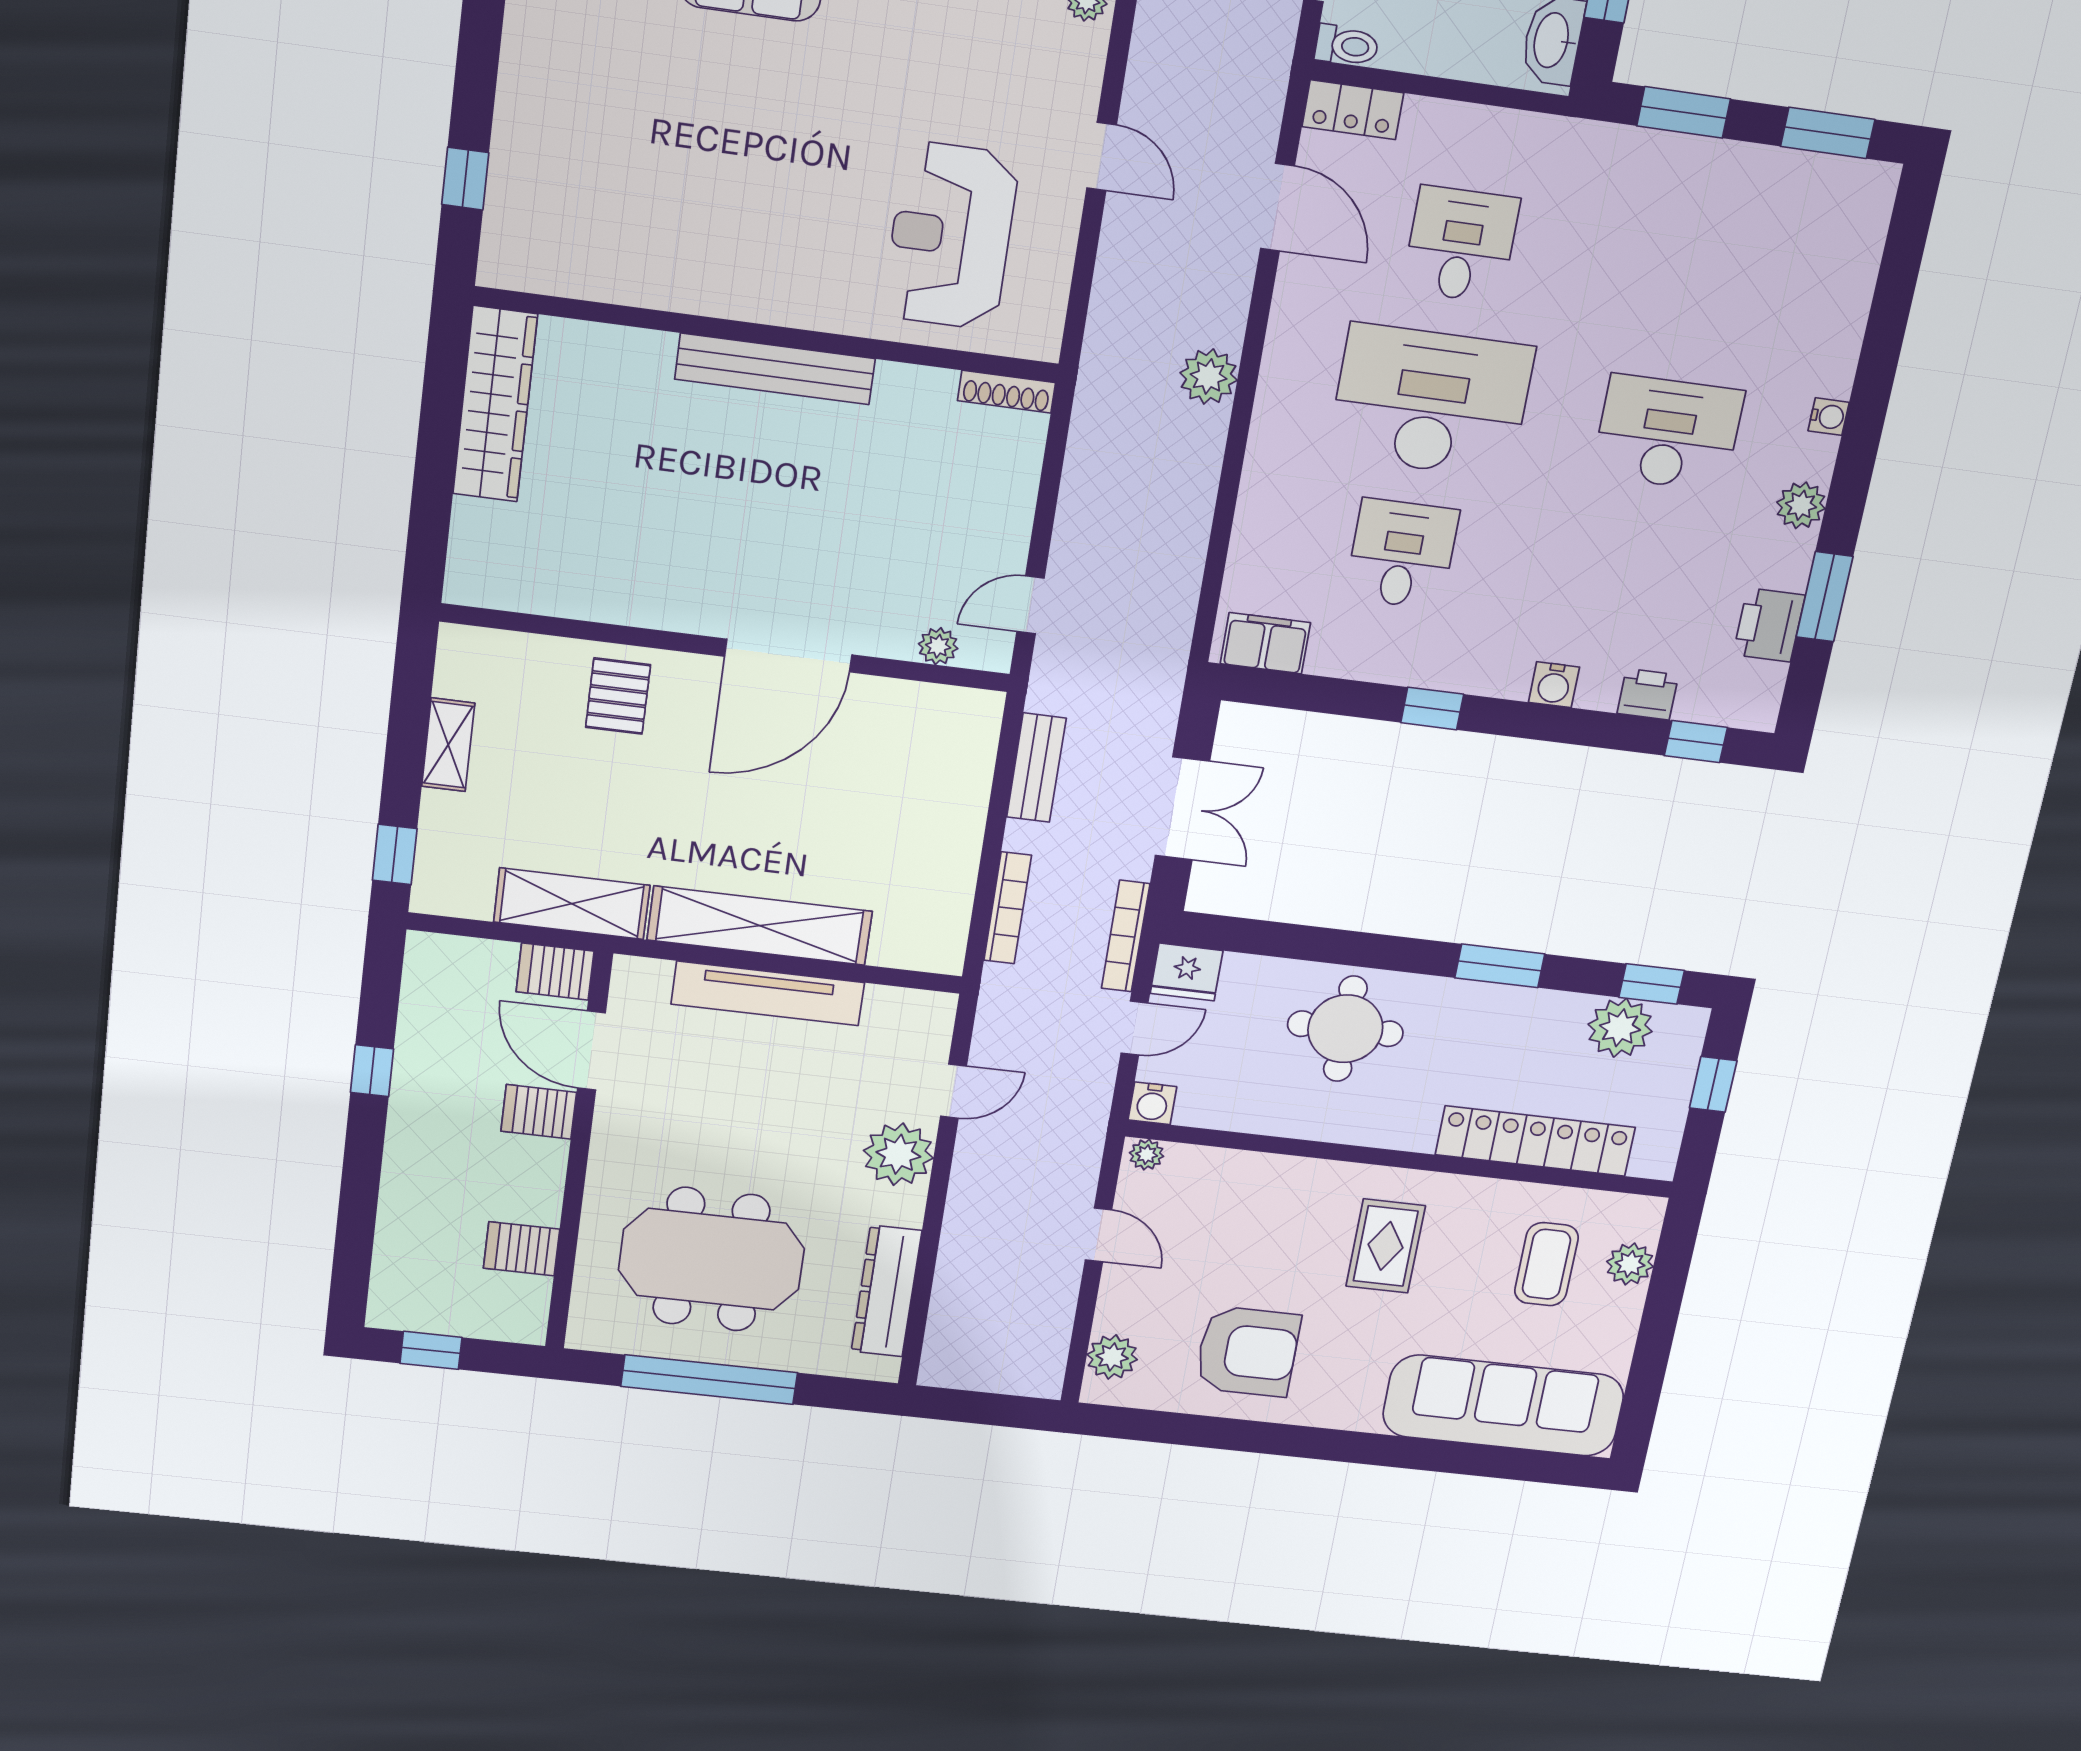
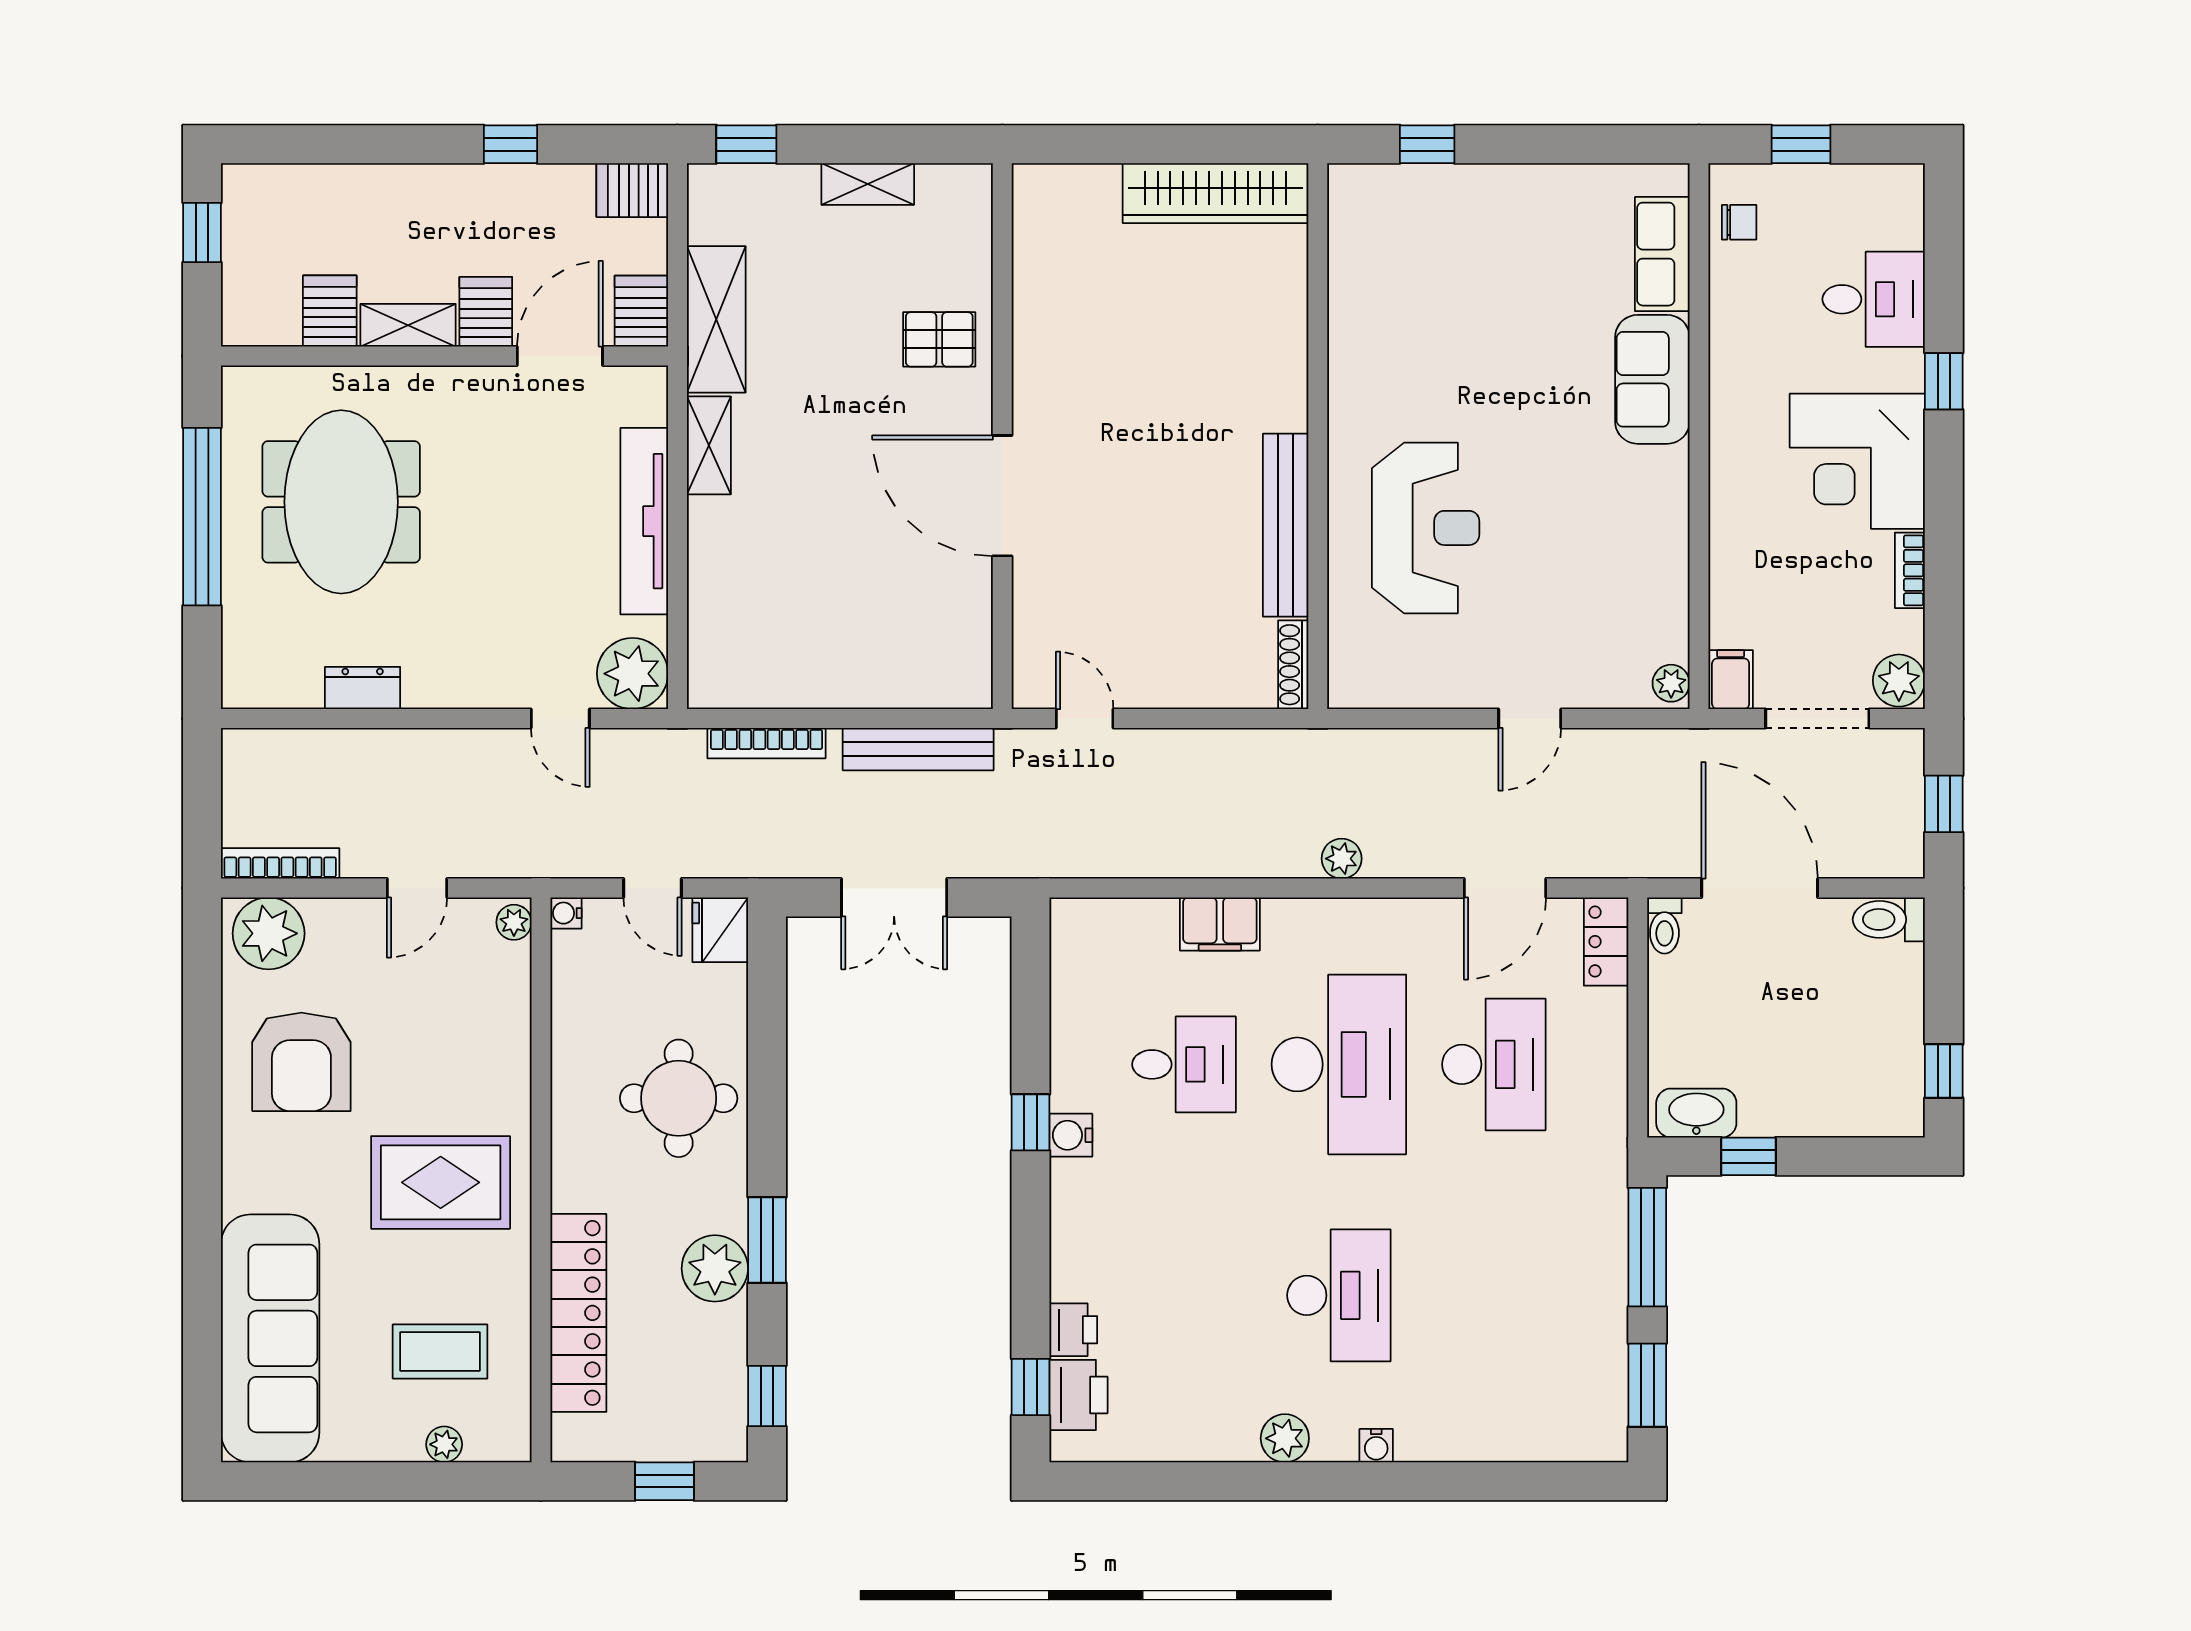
window: (1684, 112) -> (1647, 1247), width x1.44
reception desk: (951, 236) -> (1426, 528), moved, turned 90
desk: (1461, 244) -> (1494, 1064), width x1.37
bench: (775, 369) -> (1286, 525), moved
plant: (1209, 376) -> (1342, 859), width x0.73, depth x0.73
window: (1825, 597) -> (1196, 1481), removed
printer: (1769, 625) -> (1078, 1395), moved, turned 90
filing cabinet: (1265, 643) -> (1220, 924), moved, turned 90
plant: (938, 646) -> (1031, 637), removed
water cooler: (1554, 685) -> (1071, 1135), moved
bench: (1036, 768) -> (918, 749), width x1.36
shelving: (760, 926) -> (709, 445), width x0.45, depth x0.75
bookcase: (1126, 936) -> (280, 863), moved
server rack: (431, 966) -> (632, 190), added
plant: (1620, 1028) -> (715, 1268), moved
water cooler: (1152, 1103) -> (566, 913), width x0.72, depth x0.72
plant: (898, 1154) -> (632, 674), moved
shelving: (544, 1182) -> (408, 325), added
rug: (1386, 1246) -> (441, 1182), width x1.36, depth x1.43
plant: (1630, 1264) -> (444, 1444), width x0.73, depth x0.73
dresser: (886, 1291) -> (363, 688), width x0.51, depth x0.80
plant: (1112, 1357) -> (269, 933), width x1.36, depth x1.36

